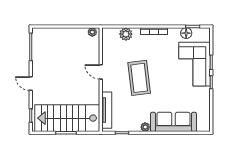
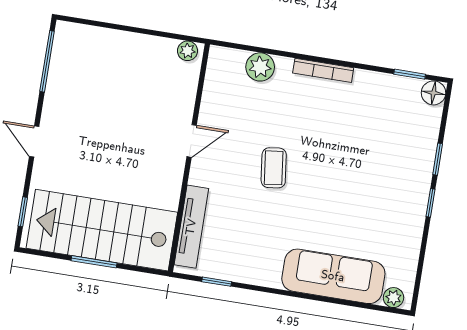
floor lamp: (186, 33) -> (434, 93), moved
corner sofa: (195, 64) -> (400, 157), removed
door: (101, 72) -> (192, 141), swing flipped
coffee table: (139, 78) -> (274, 168), width x0.54, depth x0.58
plant: (145, 127) -> (393, 298), moved

